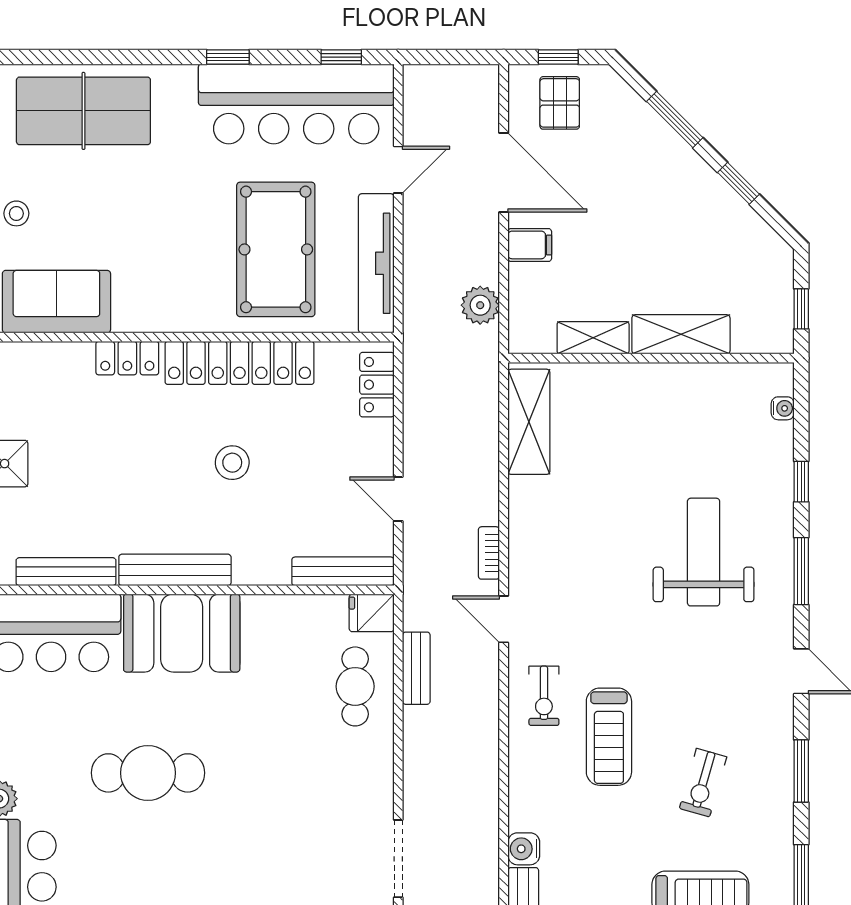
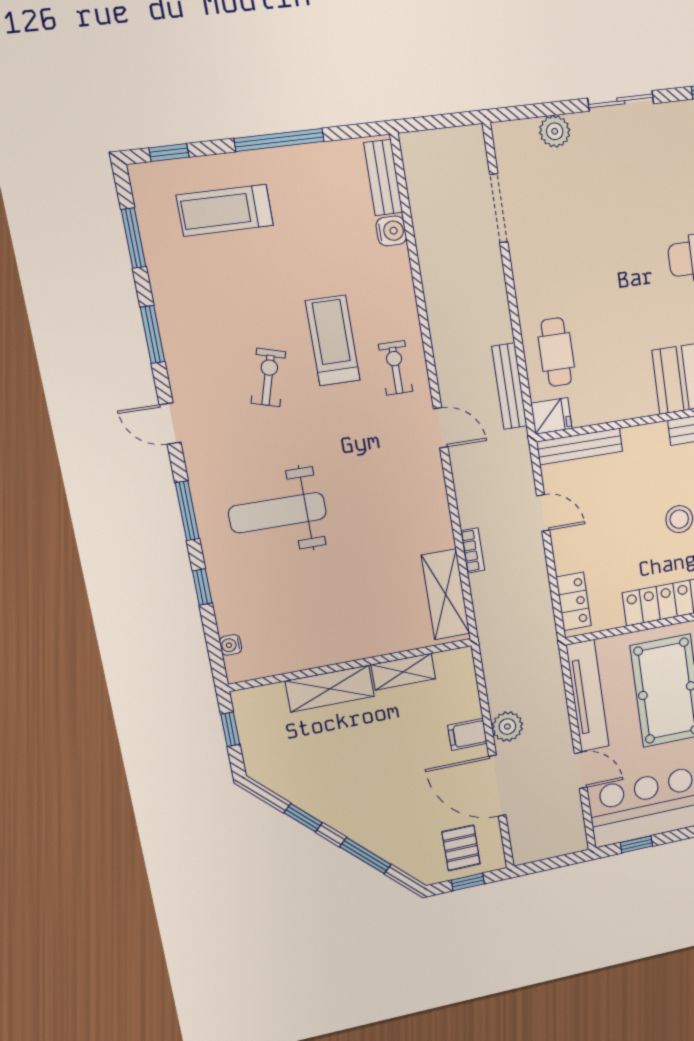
door: (398, 170) -> (581, 770), swing flipped
plant: (480, 305) -> (507, 727), moved
weight bench: (704, 552) -> (278, 513), turned 90
bookcase: (489, 553) -> (473, 551), moved
bench: (416, 668) -> (509, 386), width x1.36
exercise bike: (703, 783) -> (268, 378), moved

